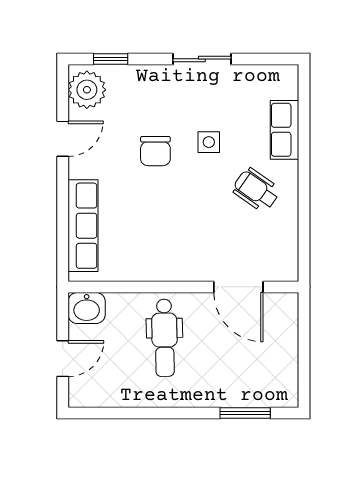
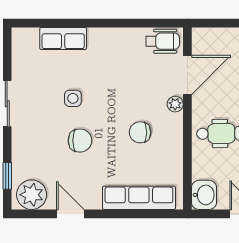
wheelchair: (256, 190) -> (163, 41), moved, turned -125
chair: (166, 227) -> (140, 132), added
plant: (202, 272) -> (175, 104), added

